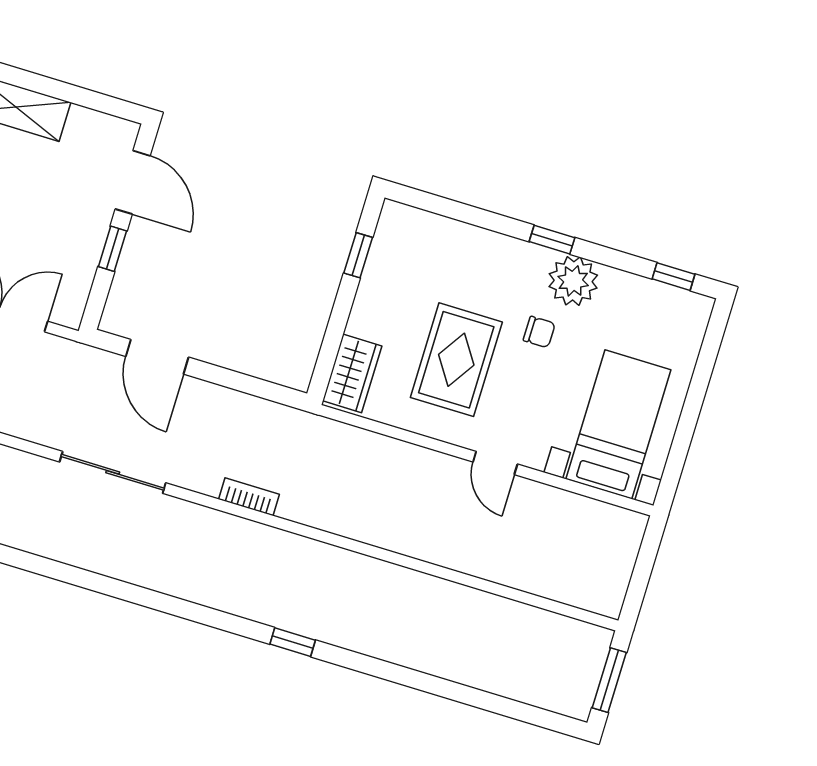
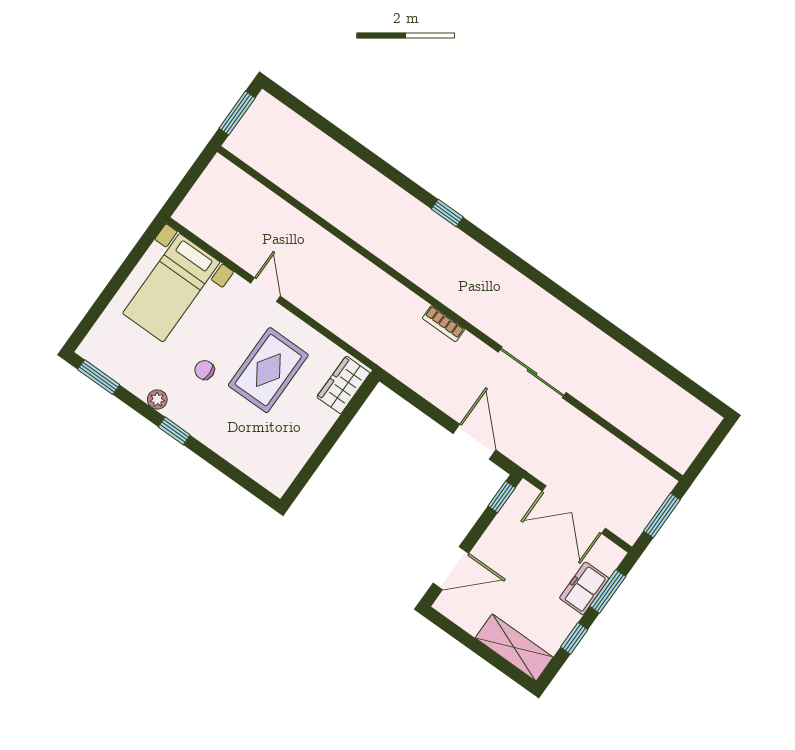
door: (133, 182) -> (451, 568), swing flipped
window: (112, 249) -> (502, 497), moved
window: (358, 255) -> (312, 465), removed
window: (674, 277) -> (99, 377), width x1.50
plant: (573, 281) -> (157, 399), width x0.53, depth x0.53

